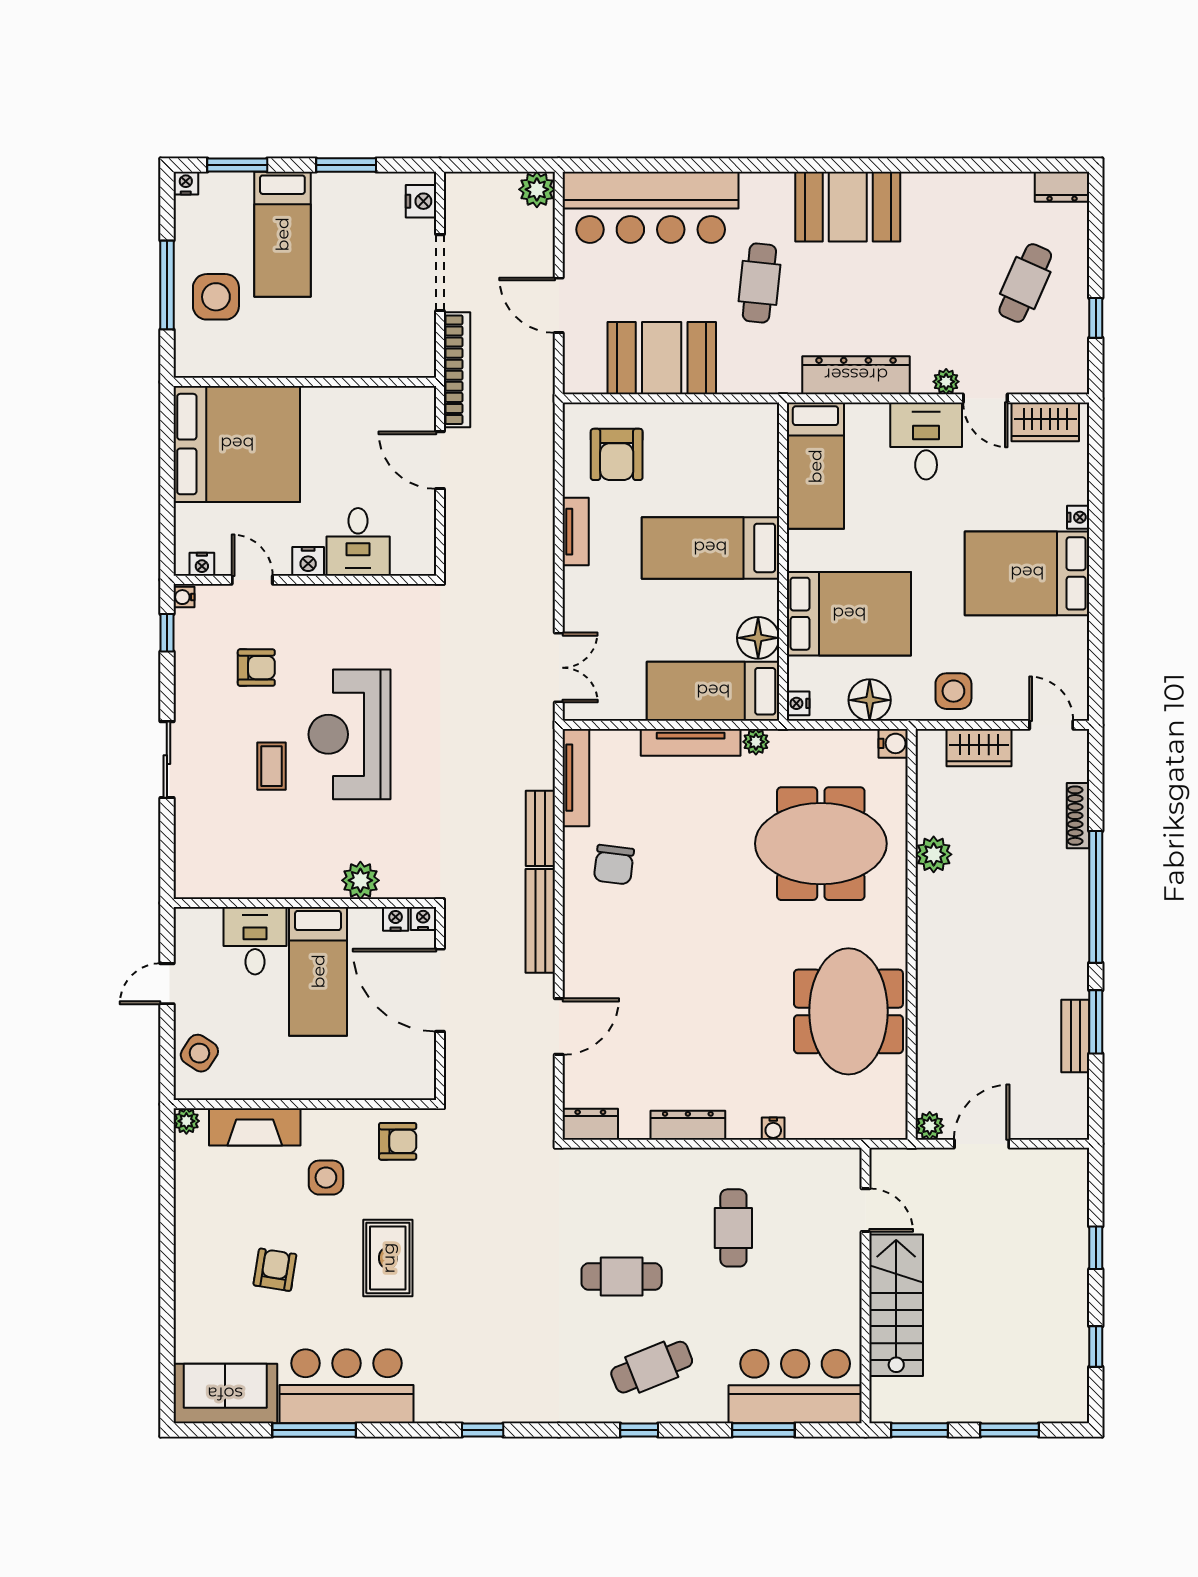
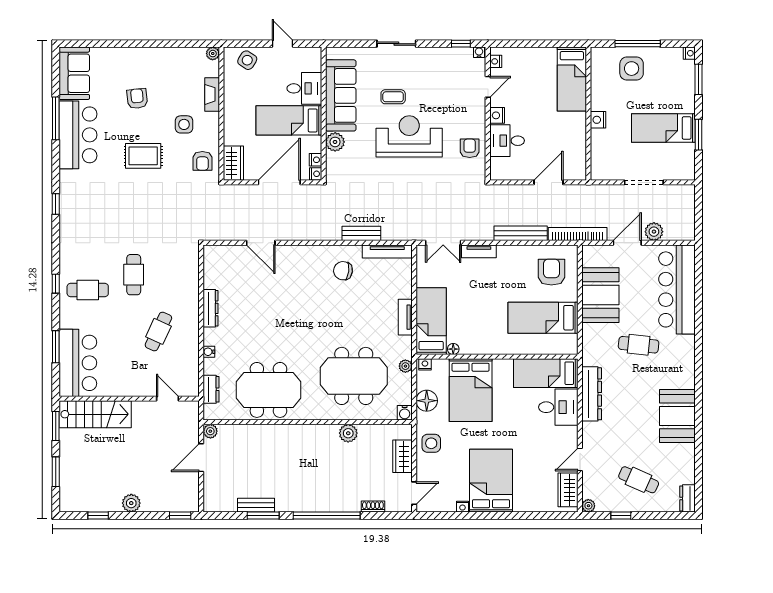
plant: (537, 189) -> (654, 232), moved
nightstand: (421, 201) -> (598, 120), moved, turned 90
booth: (848, 207) -> (677, 416), moved
bed: (282, 234) -> (663, 128), moved
bookcase: (457, 370) -> (578, 234), moved, turned 180
plant: (946, 382) -> (588, 506), moved
desk: (926, 441) -> (558, 407), moved
bed: (237, 444) -> (572, 79), width x0.49
armchair: (617, 454) -> (551, 272), turned 90
nightstand: (1078, 517) -> (462, 507), moved
tv unit: (576, 532) -> (479, 251), moved
bed: (710, 548) -> (543, 318), moved, turned -90
floor lamp: (758, 638) -> (453, 349), width x0.53, depth x0.53
armchair: (256, 668) -> (470, 148), moved, turned 180
tv unit: (691, 742) -> (405, 317), width x0.71
plant: (756, 742) -> (405, 366), moved
shoe rack: (1078, 816) -> (373, 507), width x0.70
meeting table: (821, 844) -> (354, 376), turned 90
sofa: (269, 869) -> (341, 95), added
bench: (540, 921) -> (521, 233), moved
wardrobe: (402, 1081) -> (233, 163), added
dresser: (590, 1124) -> (211, 389), moved
fireplace: (255, 1127) -> (212, 94), width x0.73, depth x0.76
door: (982, 1144) -> (201, 458), swing flipped
door: (865, 1210) -> (167, 399), swing flipped
cafe table: (733, 1228) -> (158, 331), turned -65
window: (1096, 1248) -> (180, 516), moved
armchair: (275, 1270) -> (137, 99), turned -105
plant: (1071, 1281) -> (131, 503), added
stairs: (896, 1305) -> (95, 414), moved
cafe table: (652, 1367) -> (88, 290), turned -68

